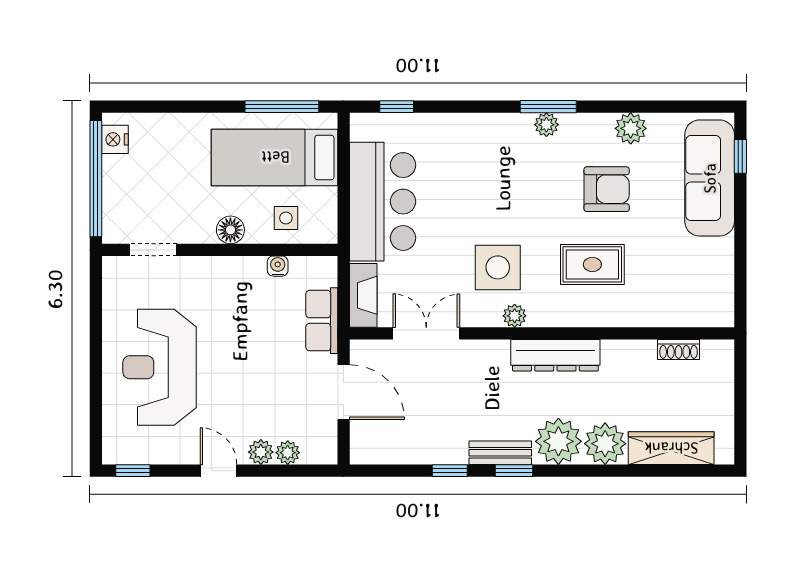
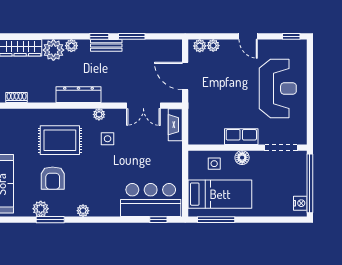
window: (548, 107) -> (50, 220), moved
armchair: (607, 189) -> (53, 178), turned -90
bar counter: (383, 202) -> (151, 200), moved, turned 90
doorway: (153, 250) -> (281, 148), width x1.38
rug: (592, 264) -> (60, 140), width x1.36, depth x1.43
water cooler: (278, 266) -> (218, 139), removed
side table: (498, 267) -> (108, 139), width x0.54, depth x0.54
row of seats: (322, 321) -> (241, 137), moved, turned -90
plant: (558, 441) -> (71, 46), width x0.53, depth x0.53
plant: (261, 452) -> (200, 46), moved
window: (450, 471) -> (132, 36), width x1.50

